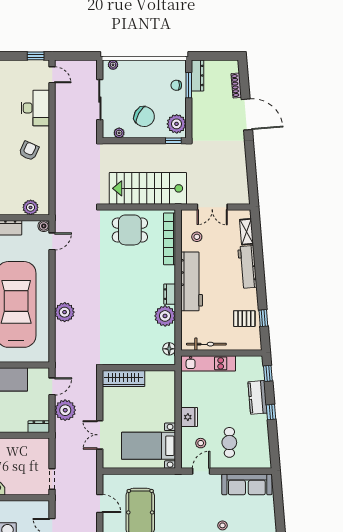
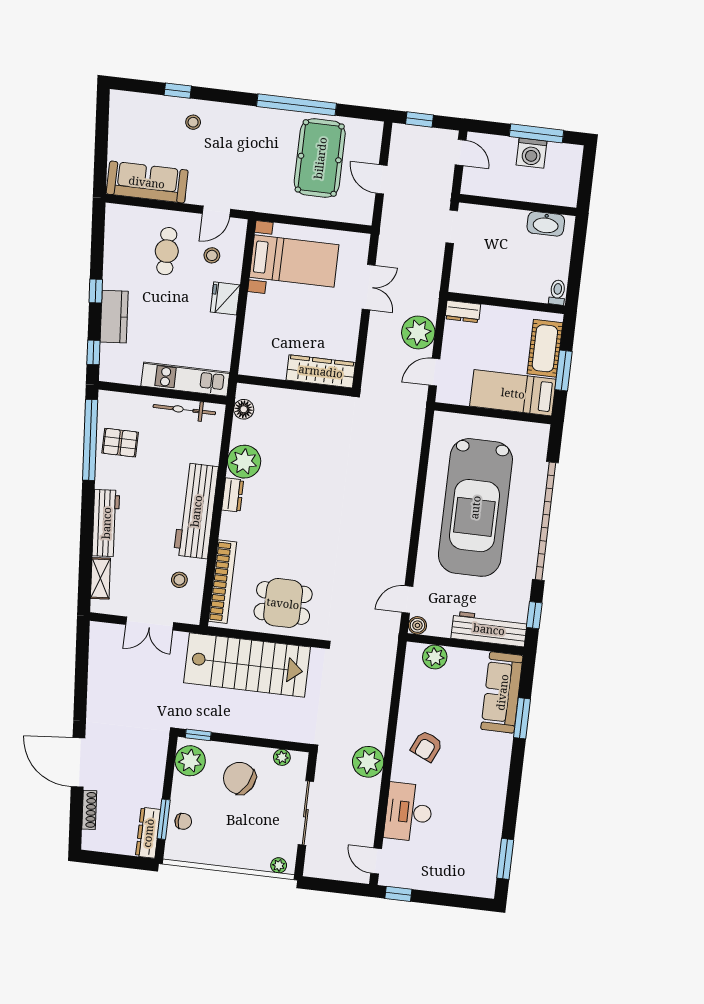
double door: (212, 207) -> (150, 624), swing flipped
plant: (65, 312) -> (368, 762), moved
window: (263, 318) -> (90, 440), width x3.17

